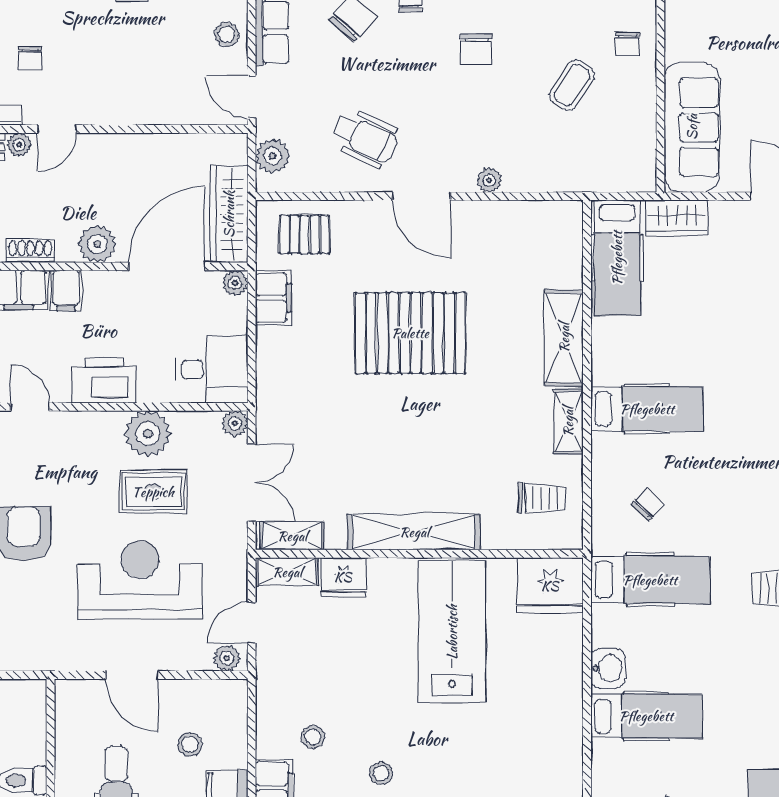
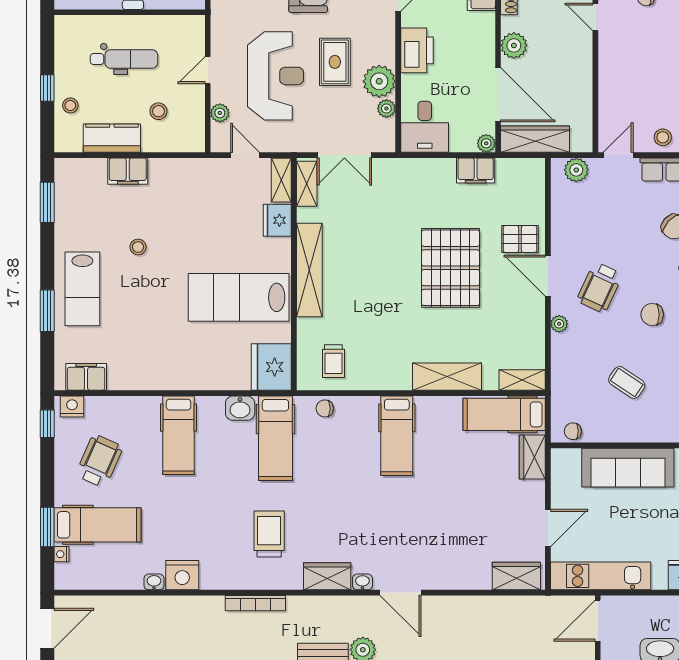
chair: (627, 44) -> (573, 431), moved
sofa: (692, 127) -> (628, 468), moved
wheelchair: (365, 138) -> (599, 287), moved
door: (421, 196) -> (548, 276), hinge flipped
pallet: (305, 234) -> (520, 239), moved, turned 90
filing cabinet: (66, 291) -> (481, 23), removed
shelving: (568, 422) -> (522, 380), moved
plant: (235, 423) -> (386, 108), moved
rug: (153, 492) -> (335, 62), moved
chair: (648, 504) -> (325, 408), moved, turned 136
lab bench: (452, 632) -> (239, 297), turned 180
plant: (227, 658) -> (220, 113), moved
washbasin: (608, 668) -> (240, 408), moved
door: (132, 675) -> (208, 70), width x0.73
stool: (313, 737) -> (164, 198), removed

